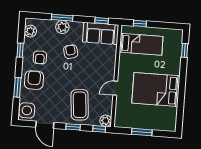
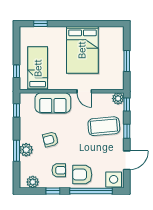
sofa: (101, 33) -> (53, 103), moved, turned 90
window: (17, 87) -> (91, 191), width x2.11

